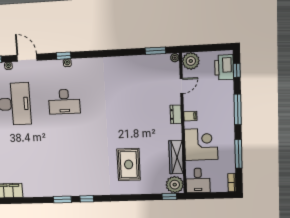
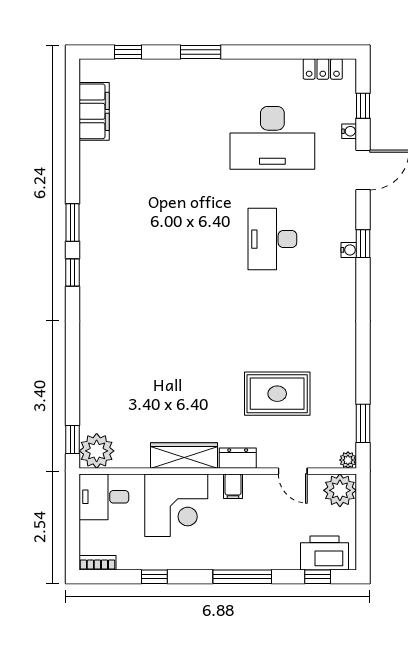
window: (239, 154) -> (154, 577), width x0.46
wardrobe: (176, 157) -> (184, 456), moved
rug: (129, 164) -> (277, 394), moved

